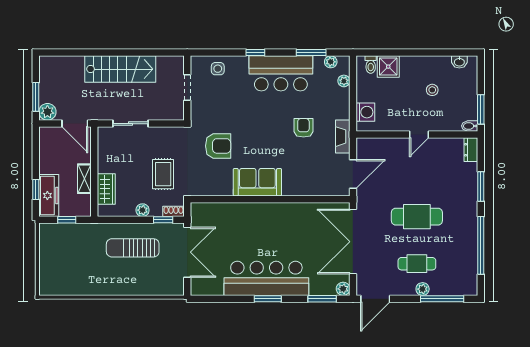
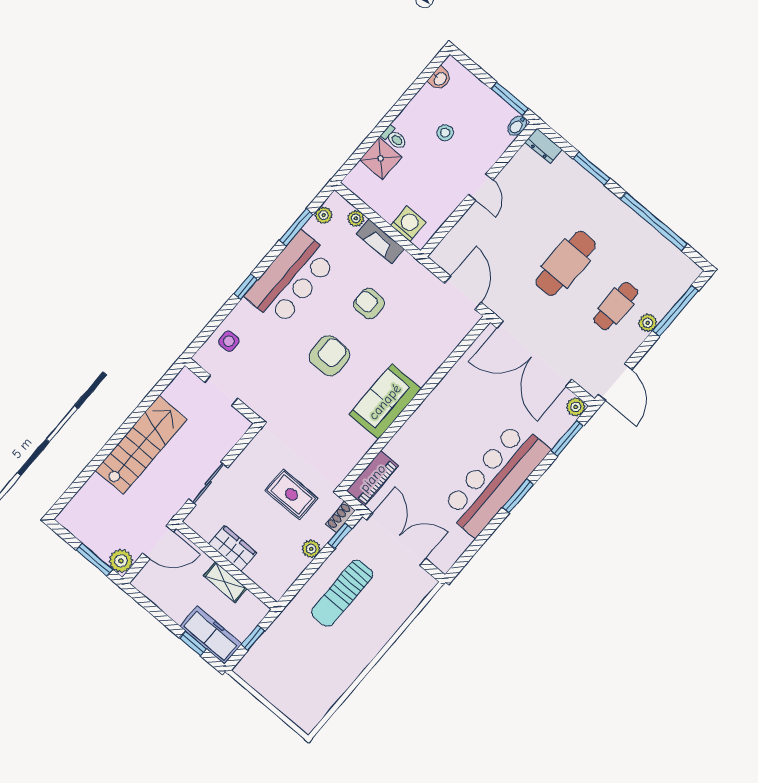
toilet: (371, 65) -> (394, 138), moved
fireplace: (343, 137) -> (380, 241), moved
armchair: (218, 146) -> (329, 356), moved
wardrobe: (106, 189) -> (233, 548), moved
piano: (210, 211) -> (373, 478), added

